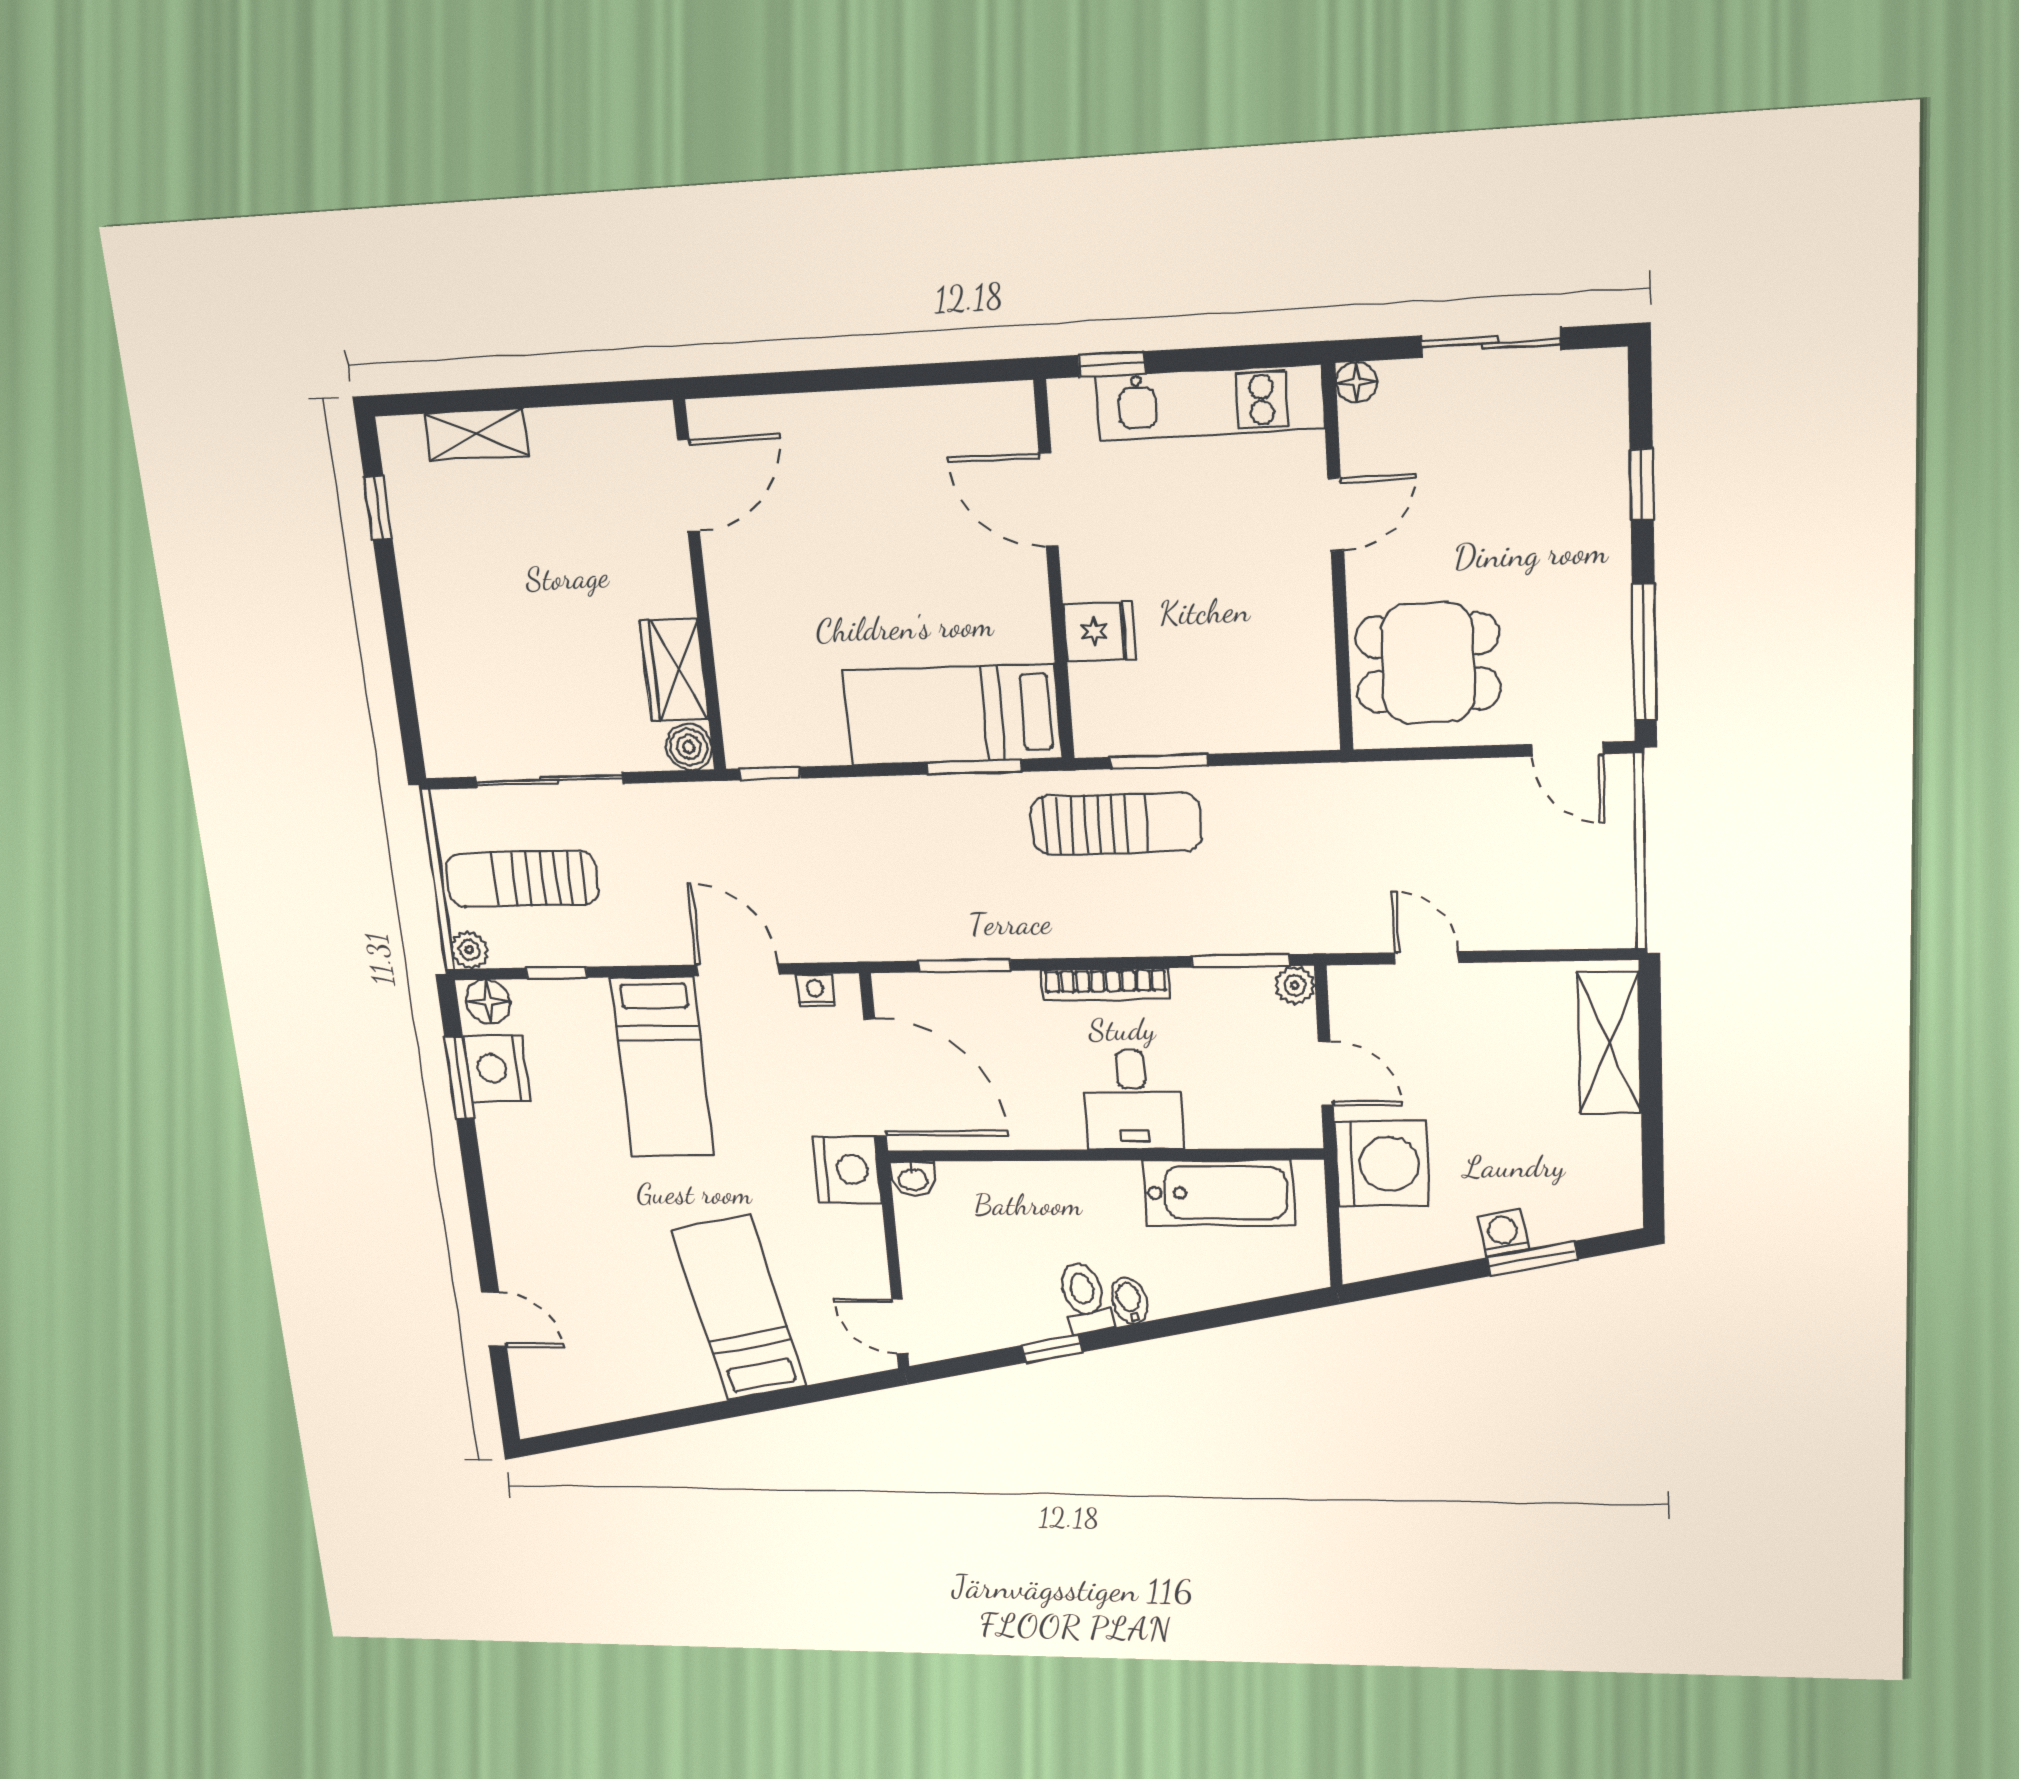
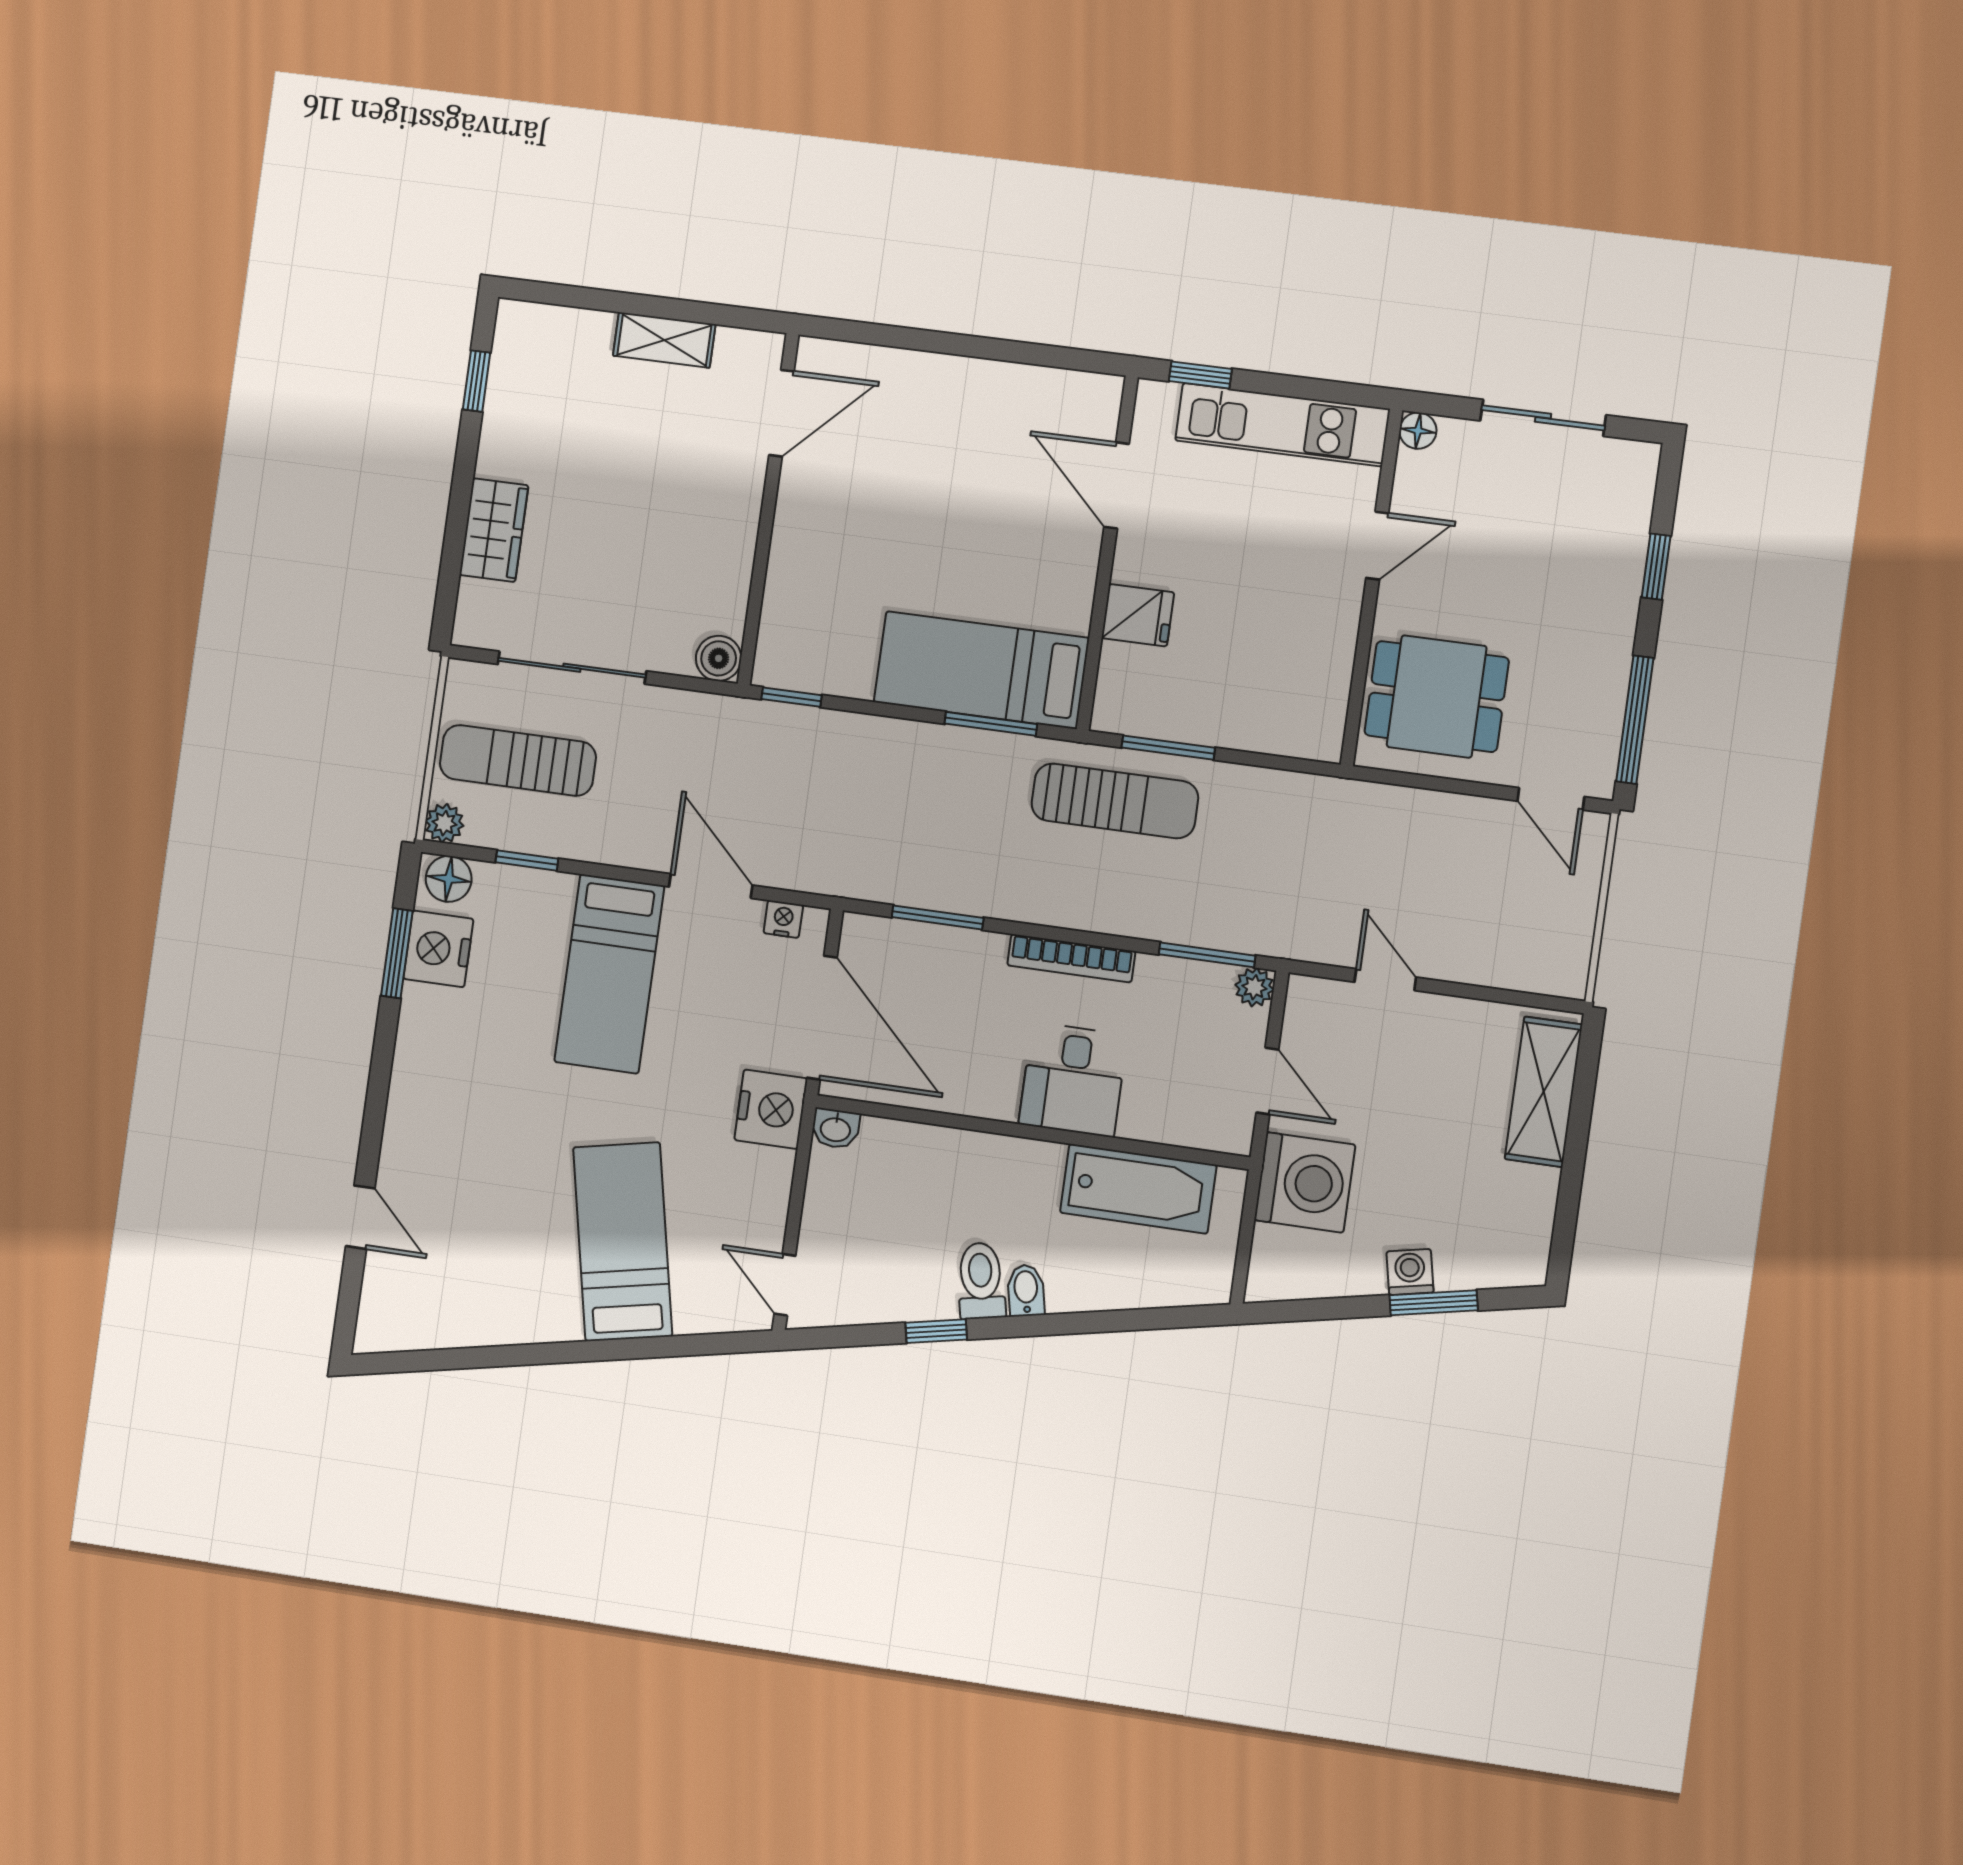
shelving: (477, 435) -> (664, 340), moved
wardrobe: (674, 670) -> (494, 530), moved, turned 180

